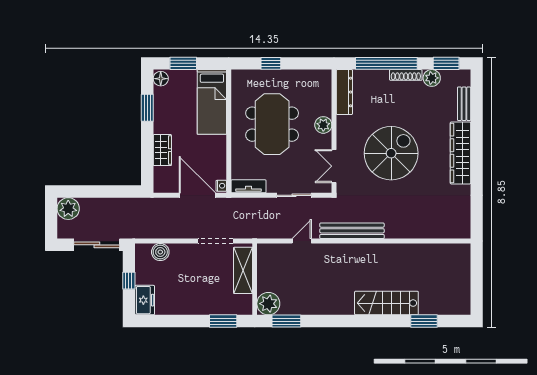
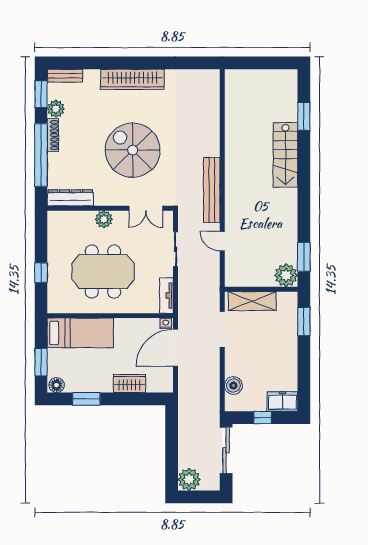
bench: (464, 104) -> (65, 76), moved

